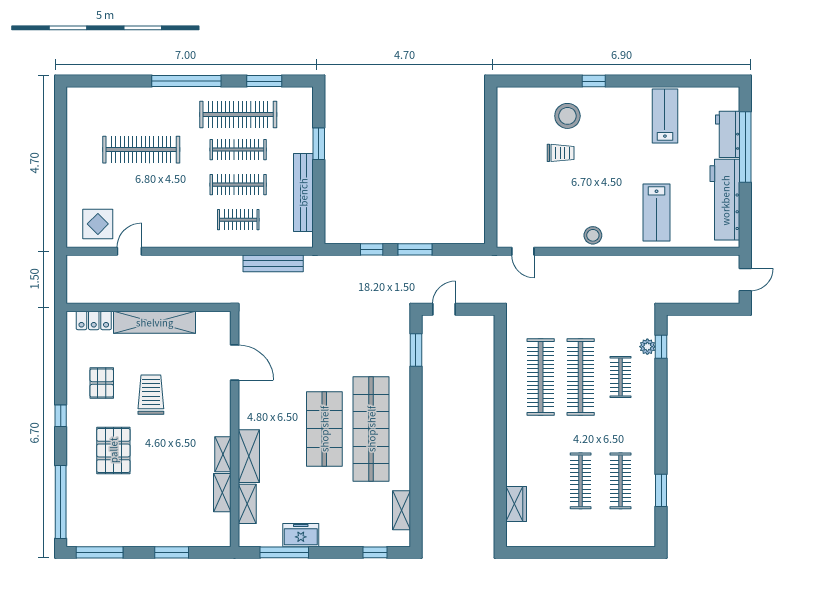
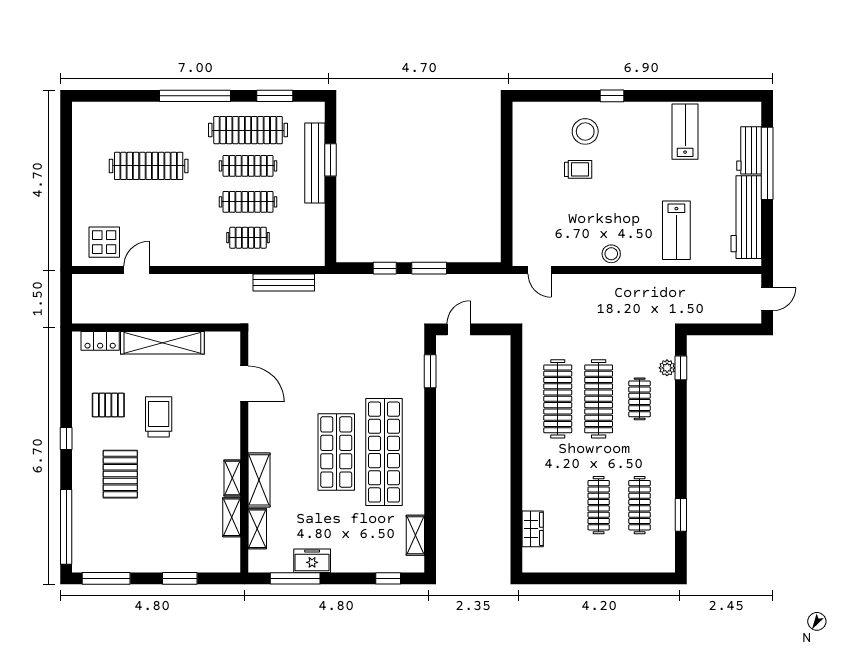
bench: (303, 192) -> (315, 163), moved
pallet: (102, 383) -> (108, 405), turned 90

